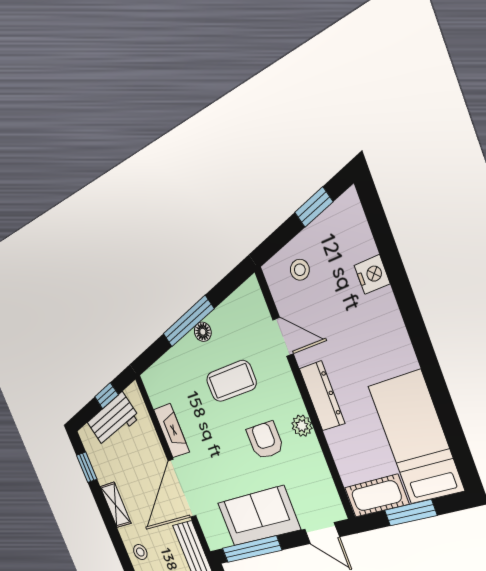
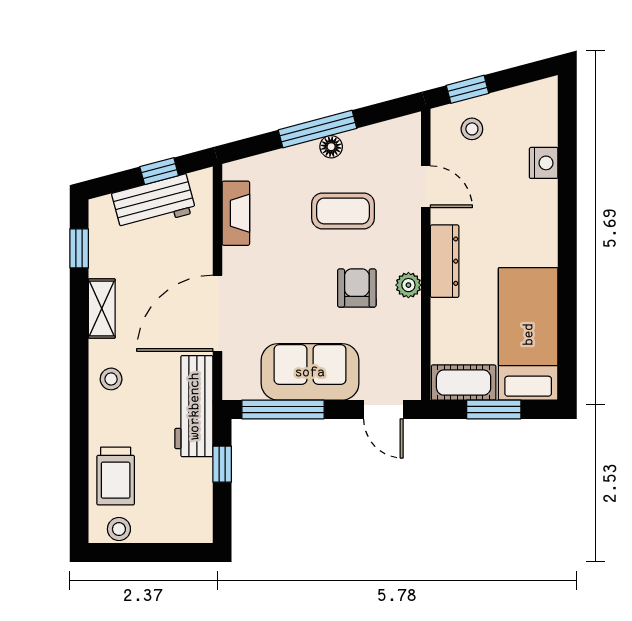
window: (314, 207) -> (467, 89), moved
fireplace: (172, 431) -> (236, 213), moved

